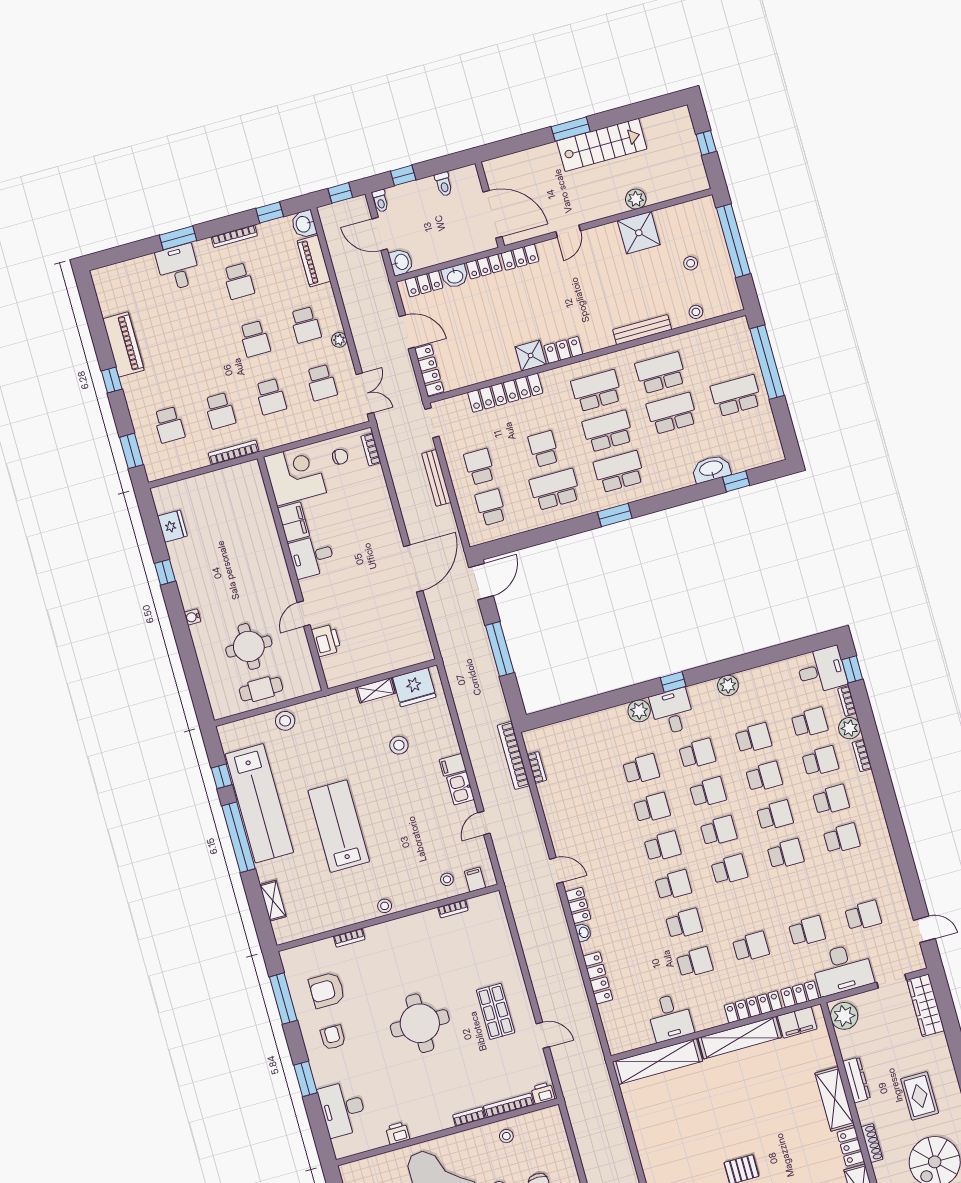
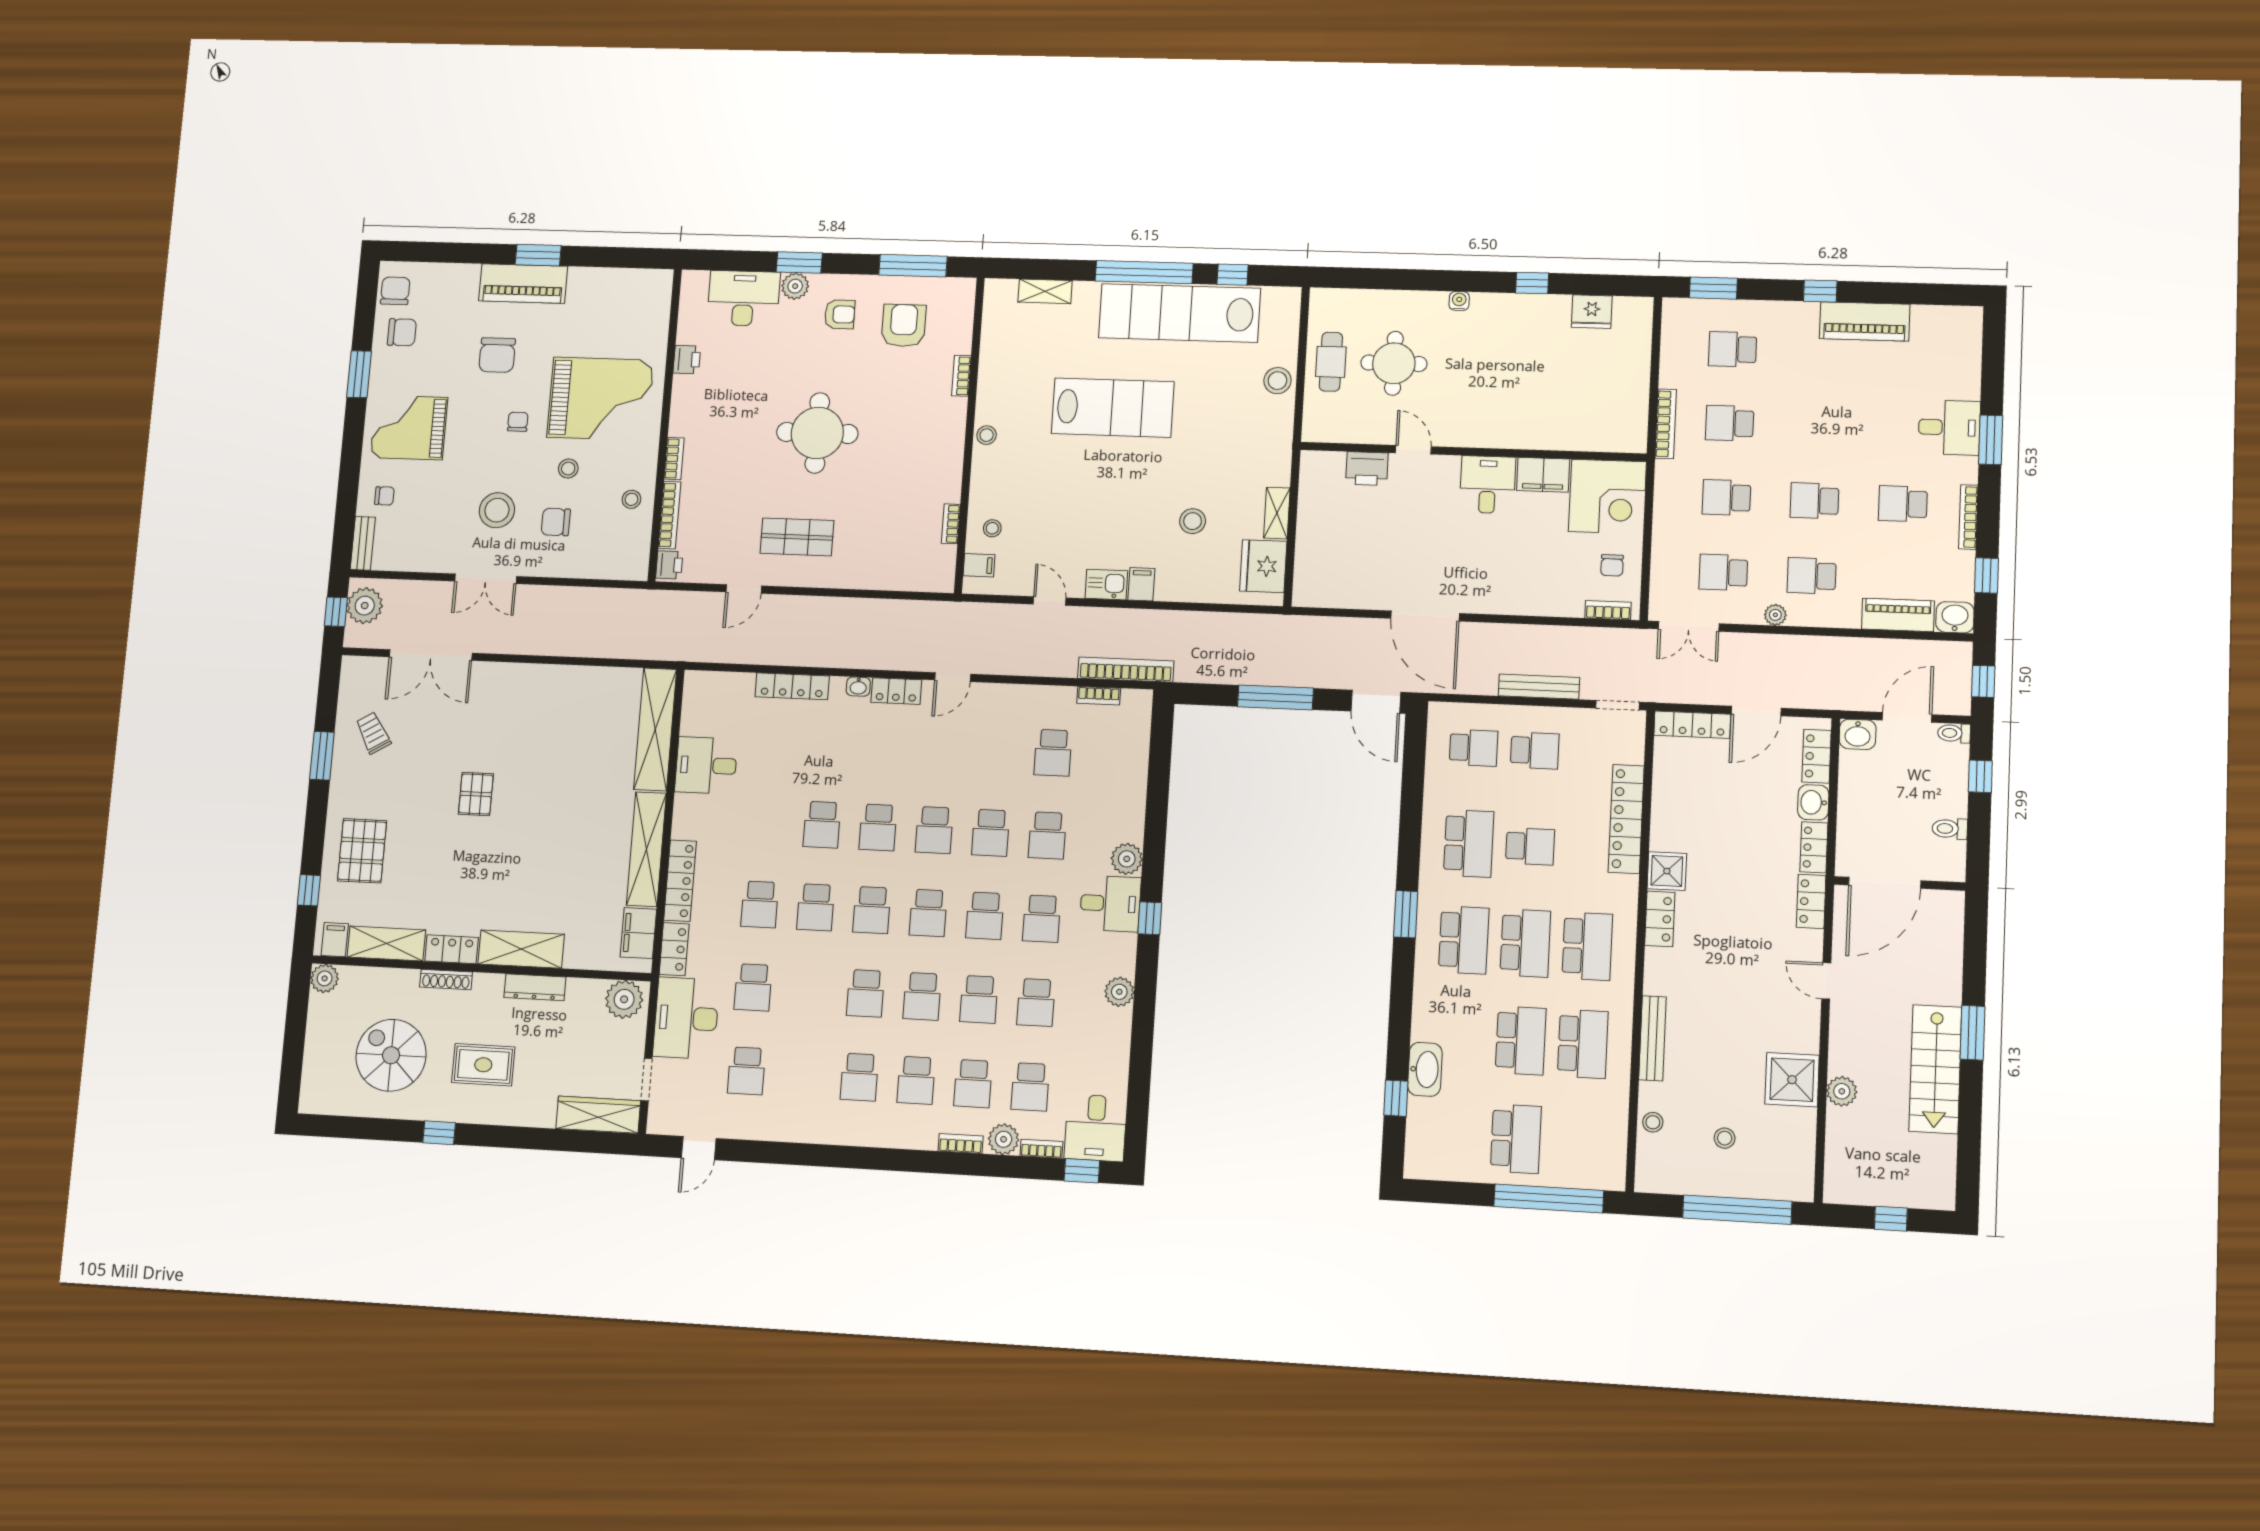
school desk: (585, 785) -> (1053, 753), added
school desk: (695, 962) -> (816, 907), moved
plant: (323, 1076) -> (795, 286), added

